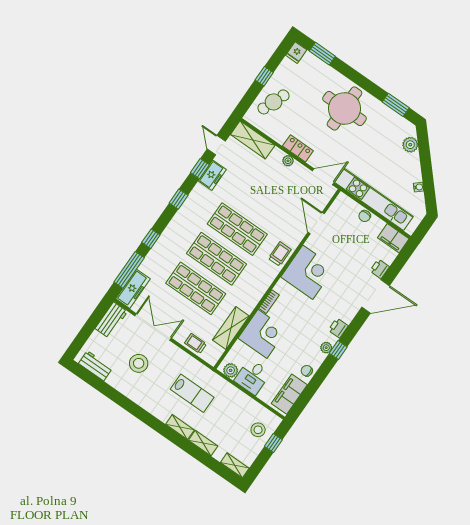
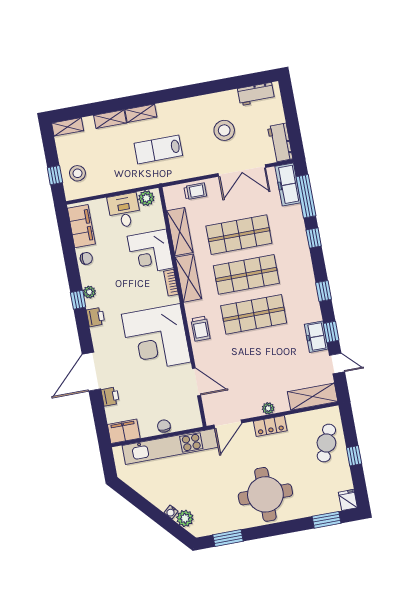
water cooler: (419, 187) -> (171, 512), moved
corner desk: (308, 272) -> (156, 338), width x1.36, depth x1.36
shelving: (255, 293) -> (188, 278), added

